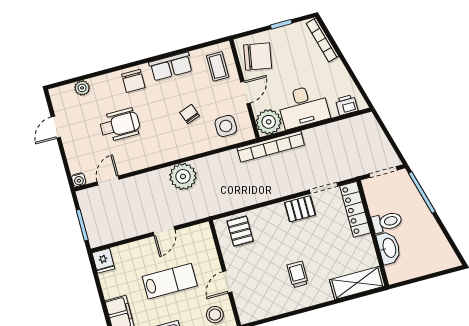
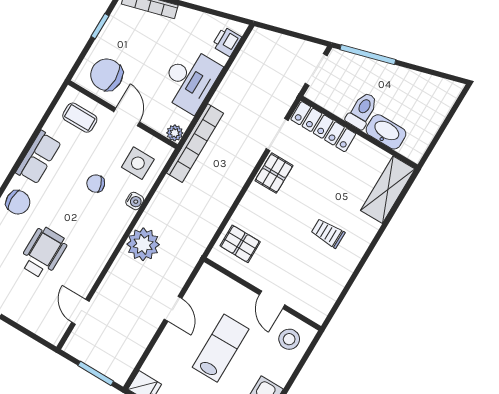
chair: (258, 56) -> (107, 75), turned -100
plant: (269, 122) -> (175, 133), width x0.53, depth x0.53
water cooler: (79, 180) -> (135, 201), moved

